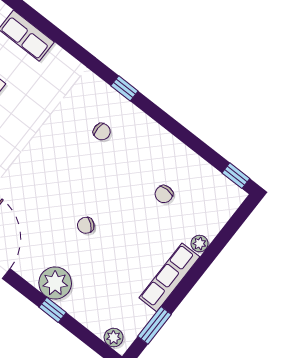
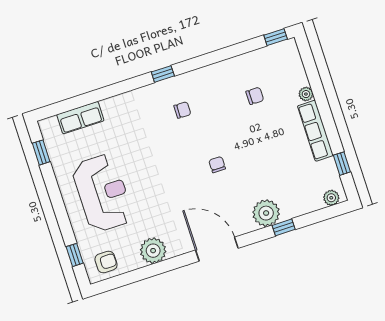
chair: (164, 194) -> (255, 96), turned -90
chair: (86, 225) -> (217, 165), moved, turned 140
window: (154, 325) -> (342, 164), width x0.67

